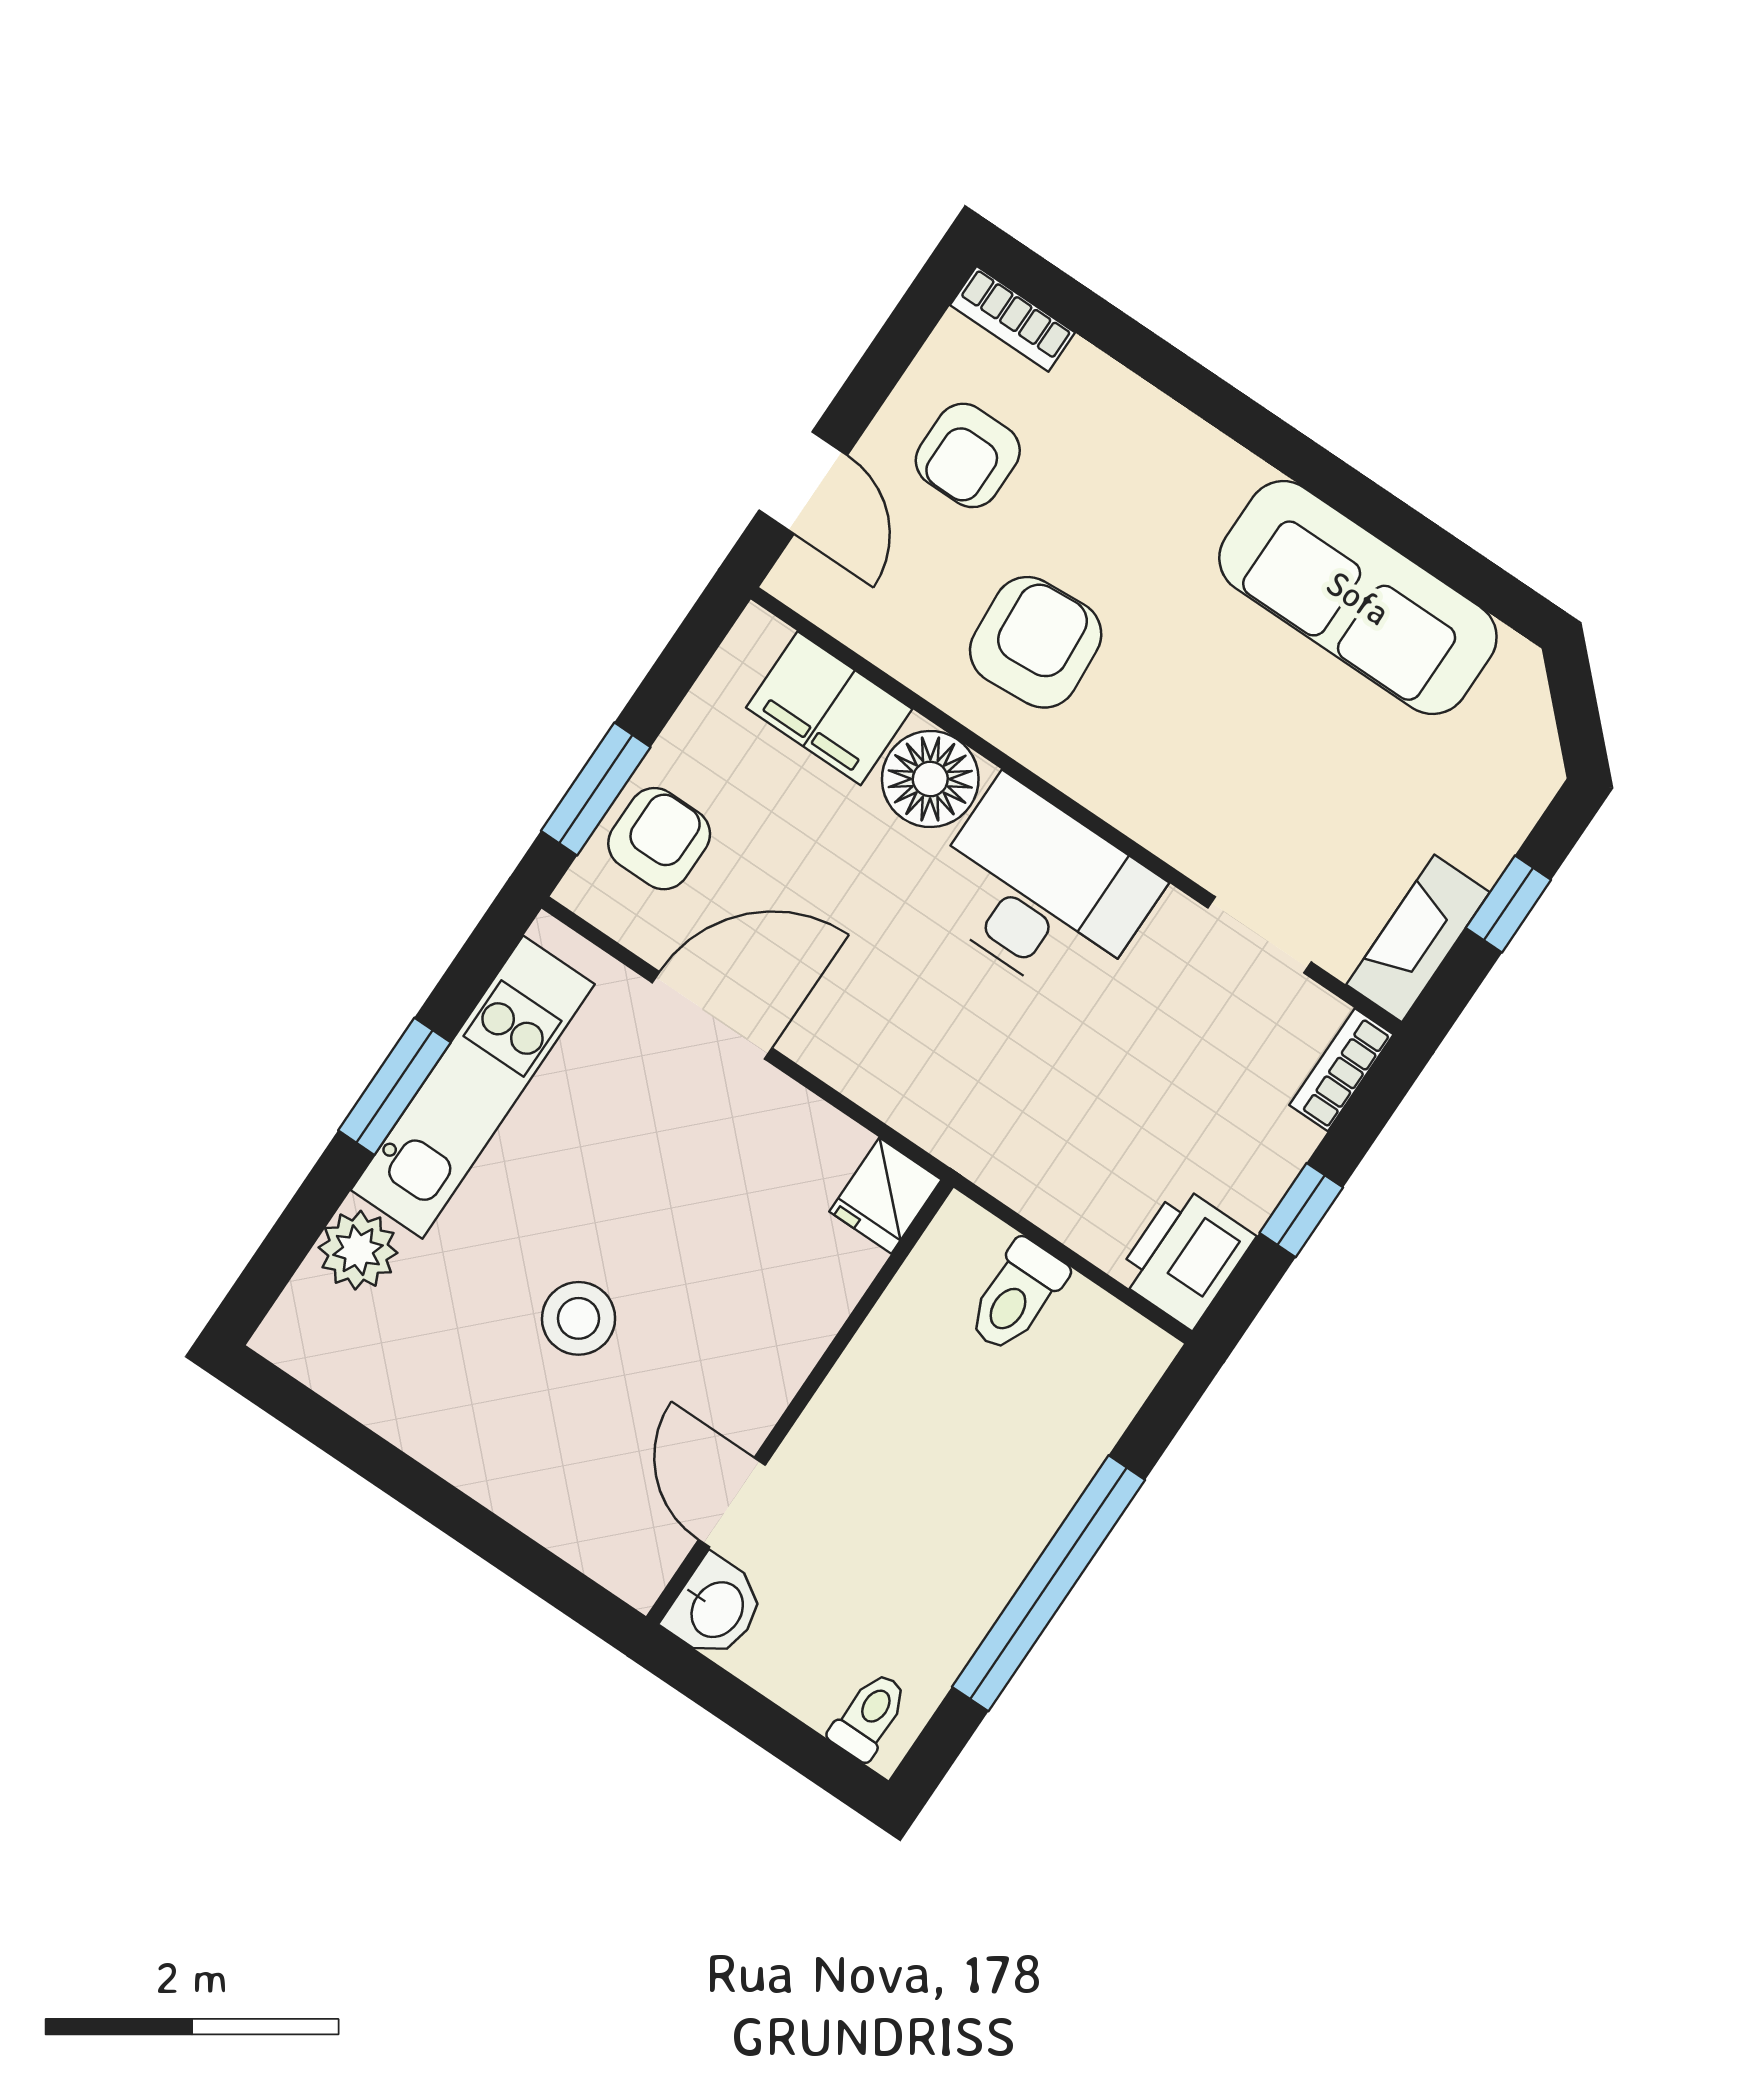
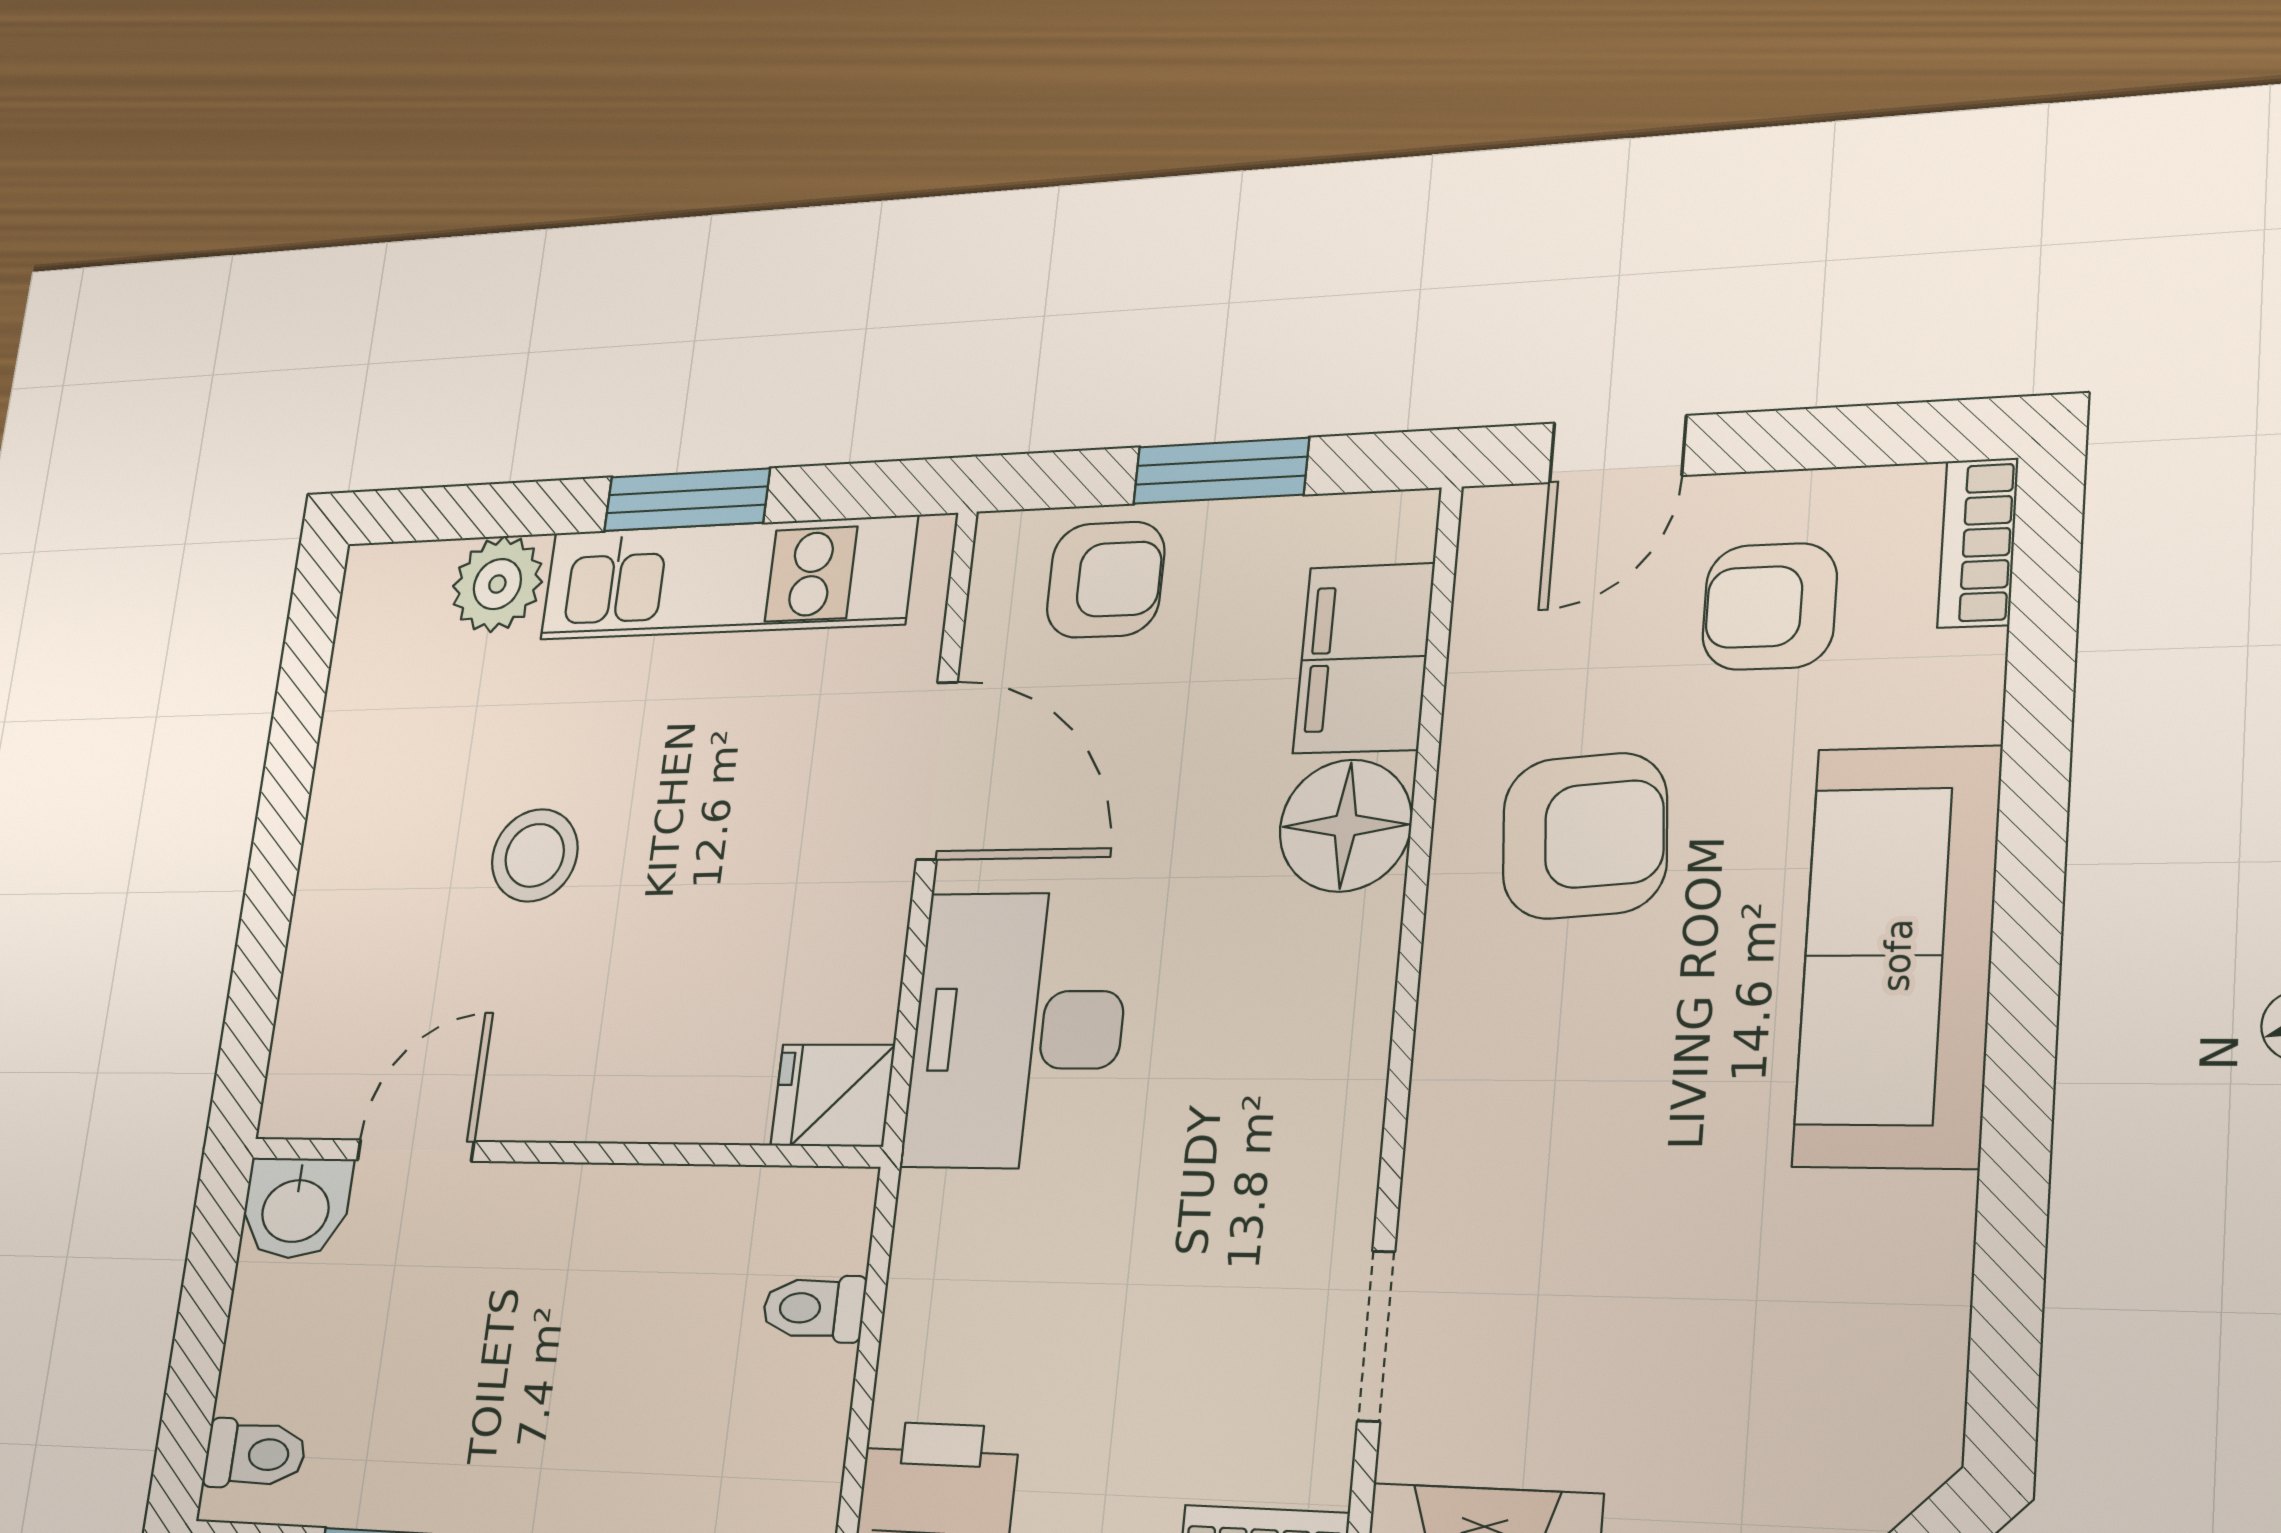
sofa: (1358, 598) -> (1898, 955), moved
window: (596, 789) -> (1221, 471), moved
desk: (1041, 892) -> (1017, 1030), moved, turned 180
toilet: (1017, 1296) -> (814, 1308), width x0.73, depth x0.72

